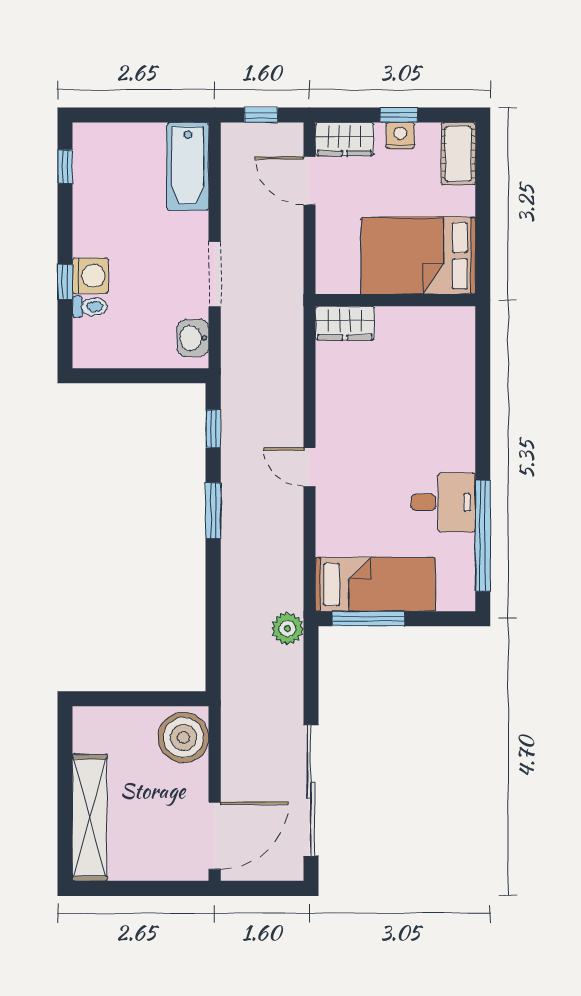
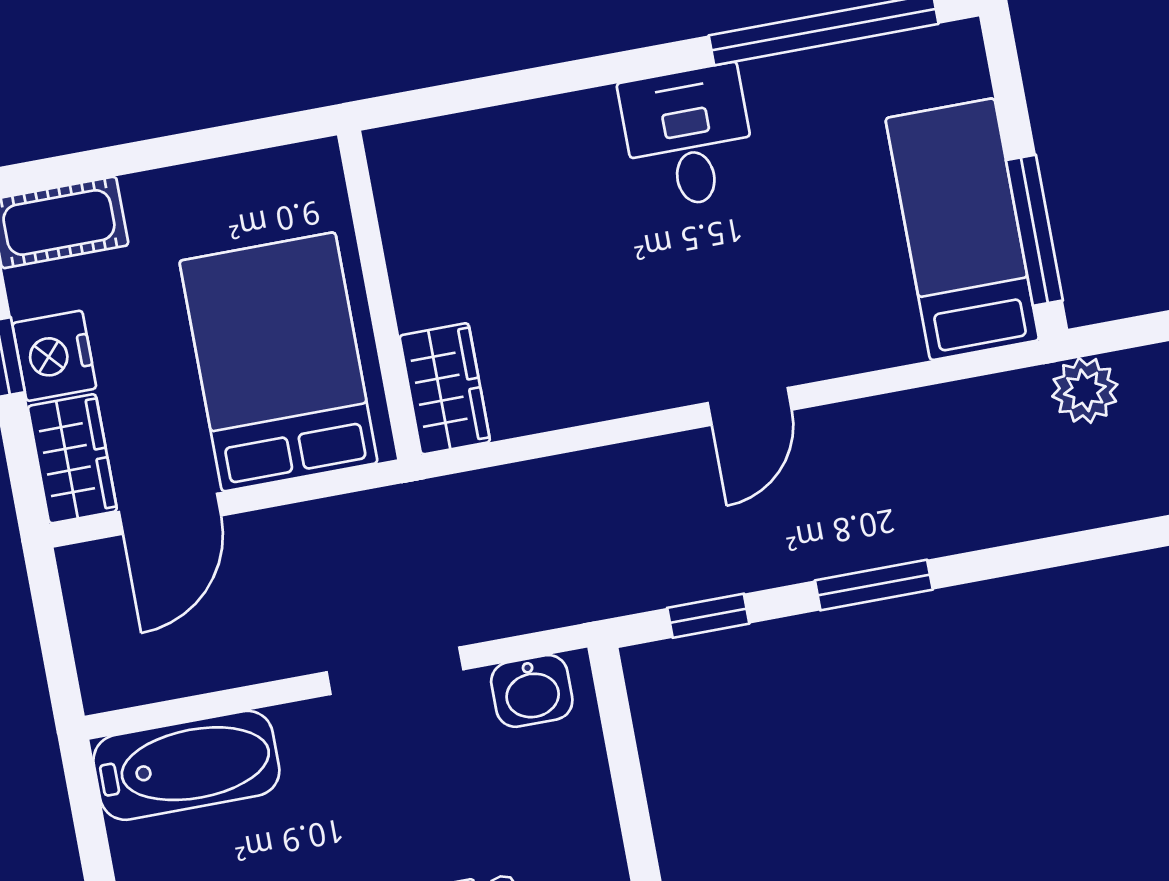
window: (261, 115) -> (55, 637), removed
nightstand: (400, 135) -> (54, 356), width x1.36, depth x1.33
bed: (418, 256) -> (279, 362), moved, turned 180
desk: (443, 502) -> (688, 137), moved

